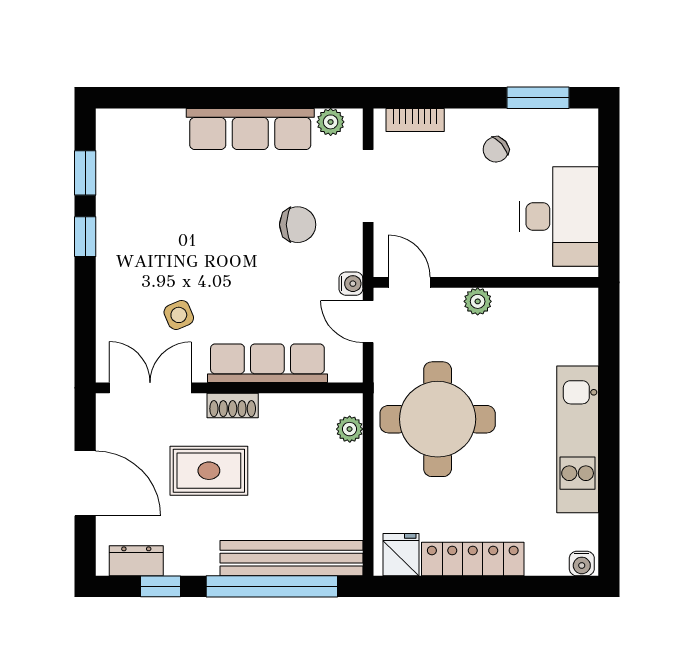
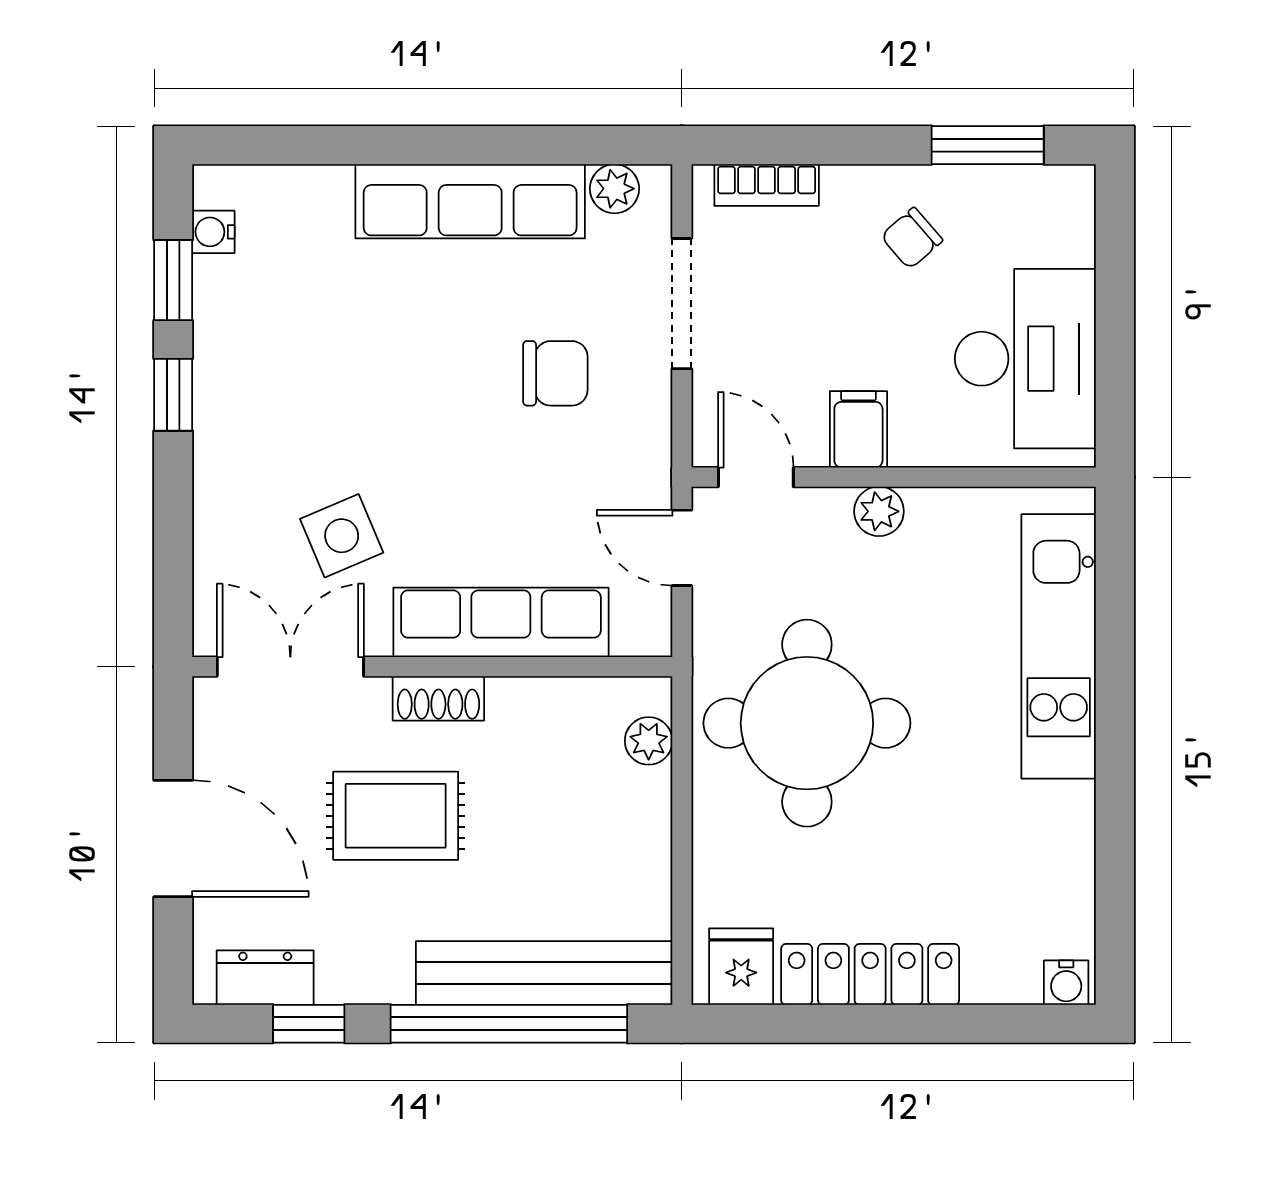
filing cabinet: (466, 256) -> (858, 429), added
water cooler: (351, 284) -> (213, 232), moved, turned 180
side table: (179, 315) -> (342, 536), width x1.37, depth x1.37
kitchen unit: (578, 439) -> (1059, 646), moved

